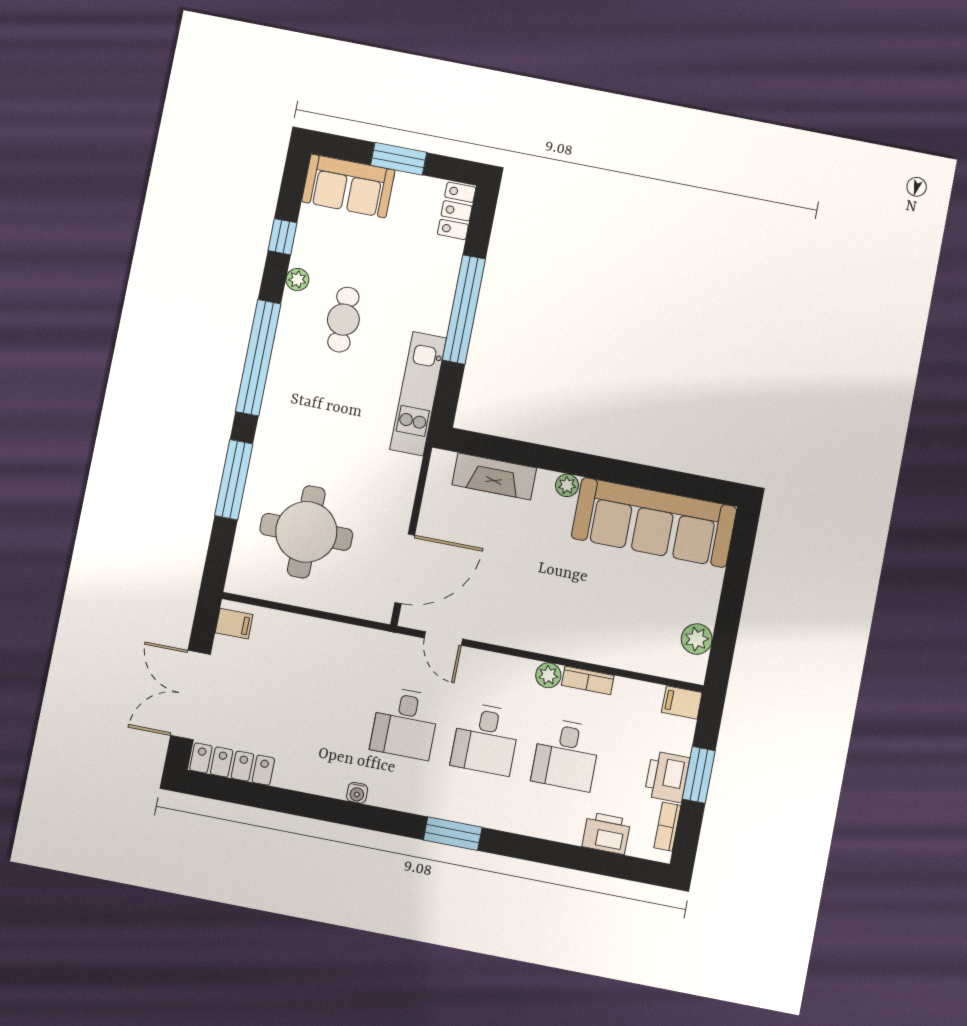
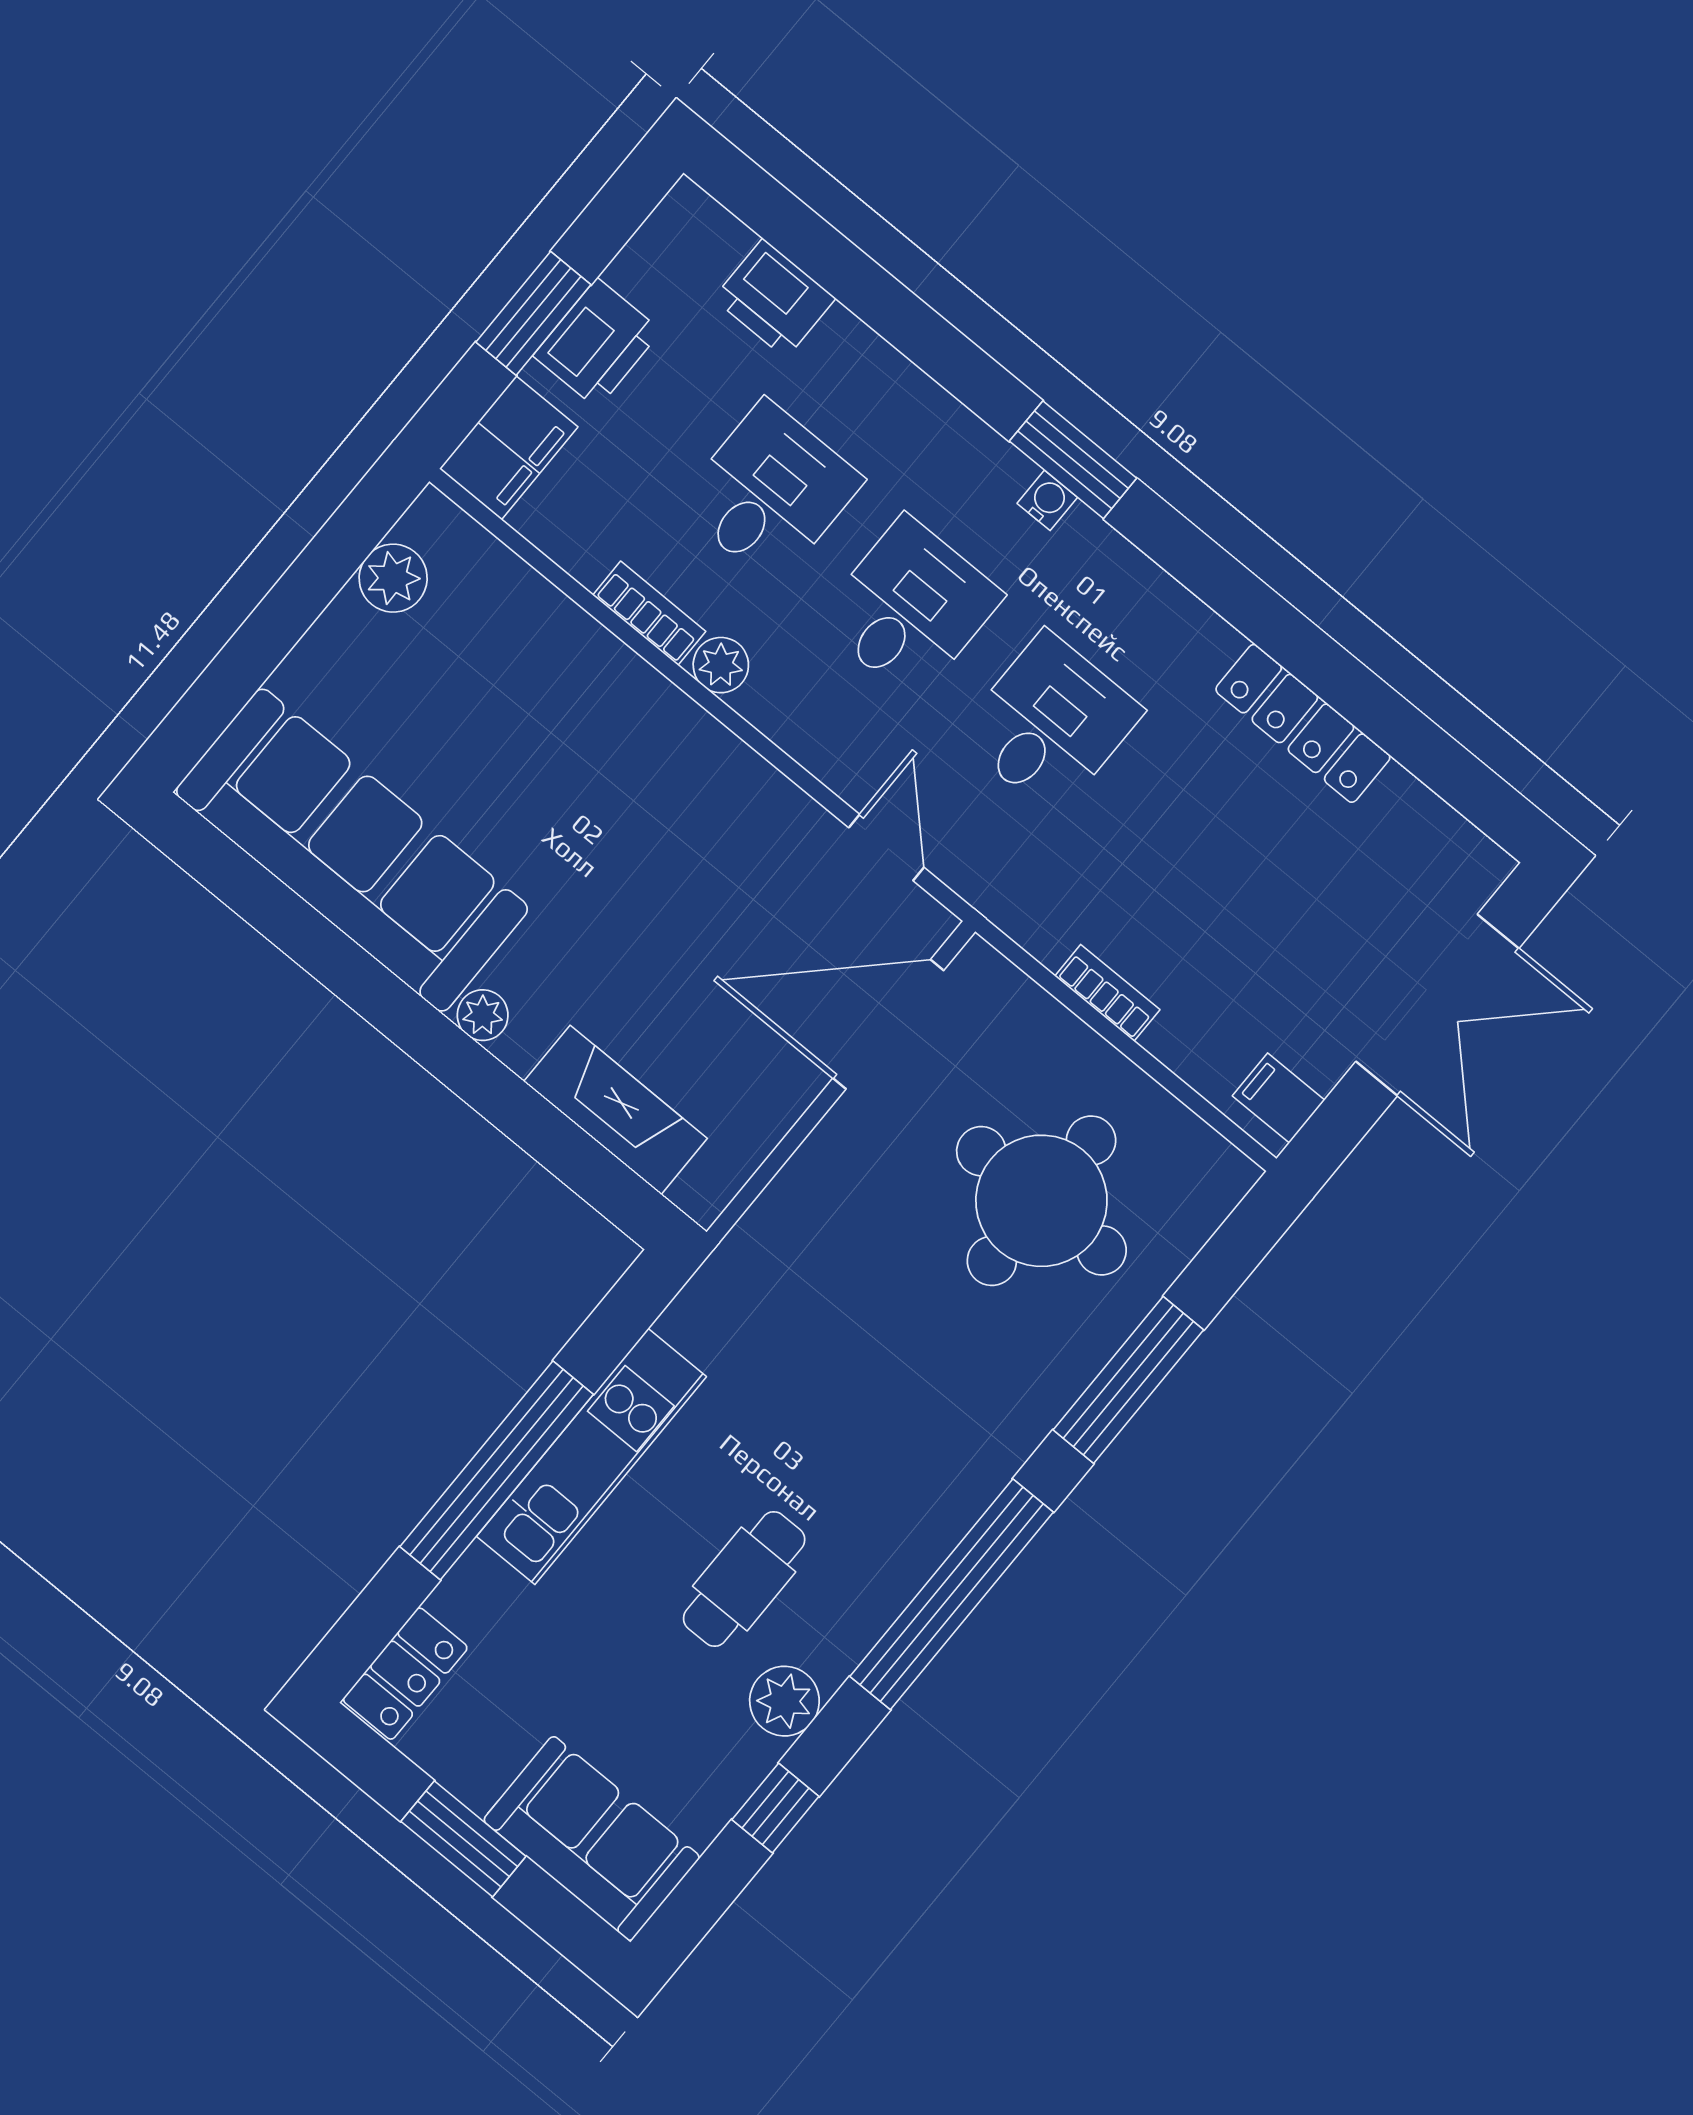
plant: (297, 280) -> (784, 1701), width x1.38, depth x1.38
kitchen unit: (418, 394) -> (591, 1456), moved
filing cabinet: (682, 702) -> (509, 448), width x2.00
locker: (232, 764) -> (1303, 723), moved
water cooler: (357, 793) -> (1047, 500), moved
bookcase: (667, 827) -> (1107, 993), moved, turned -90

